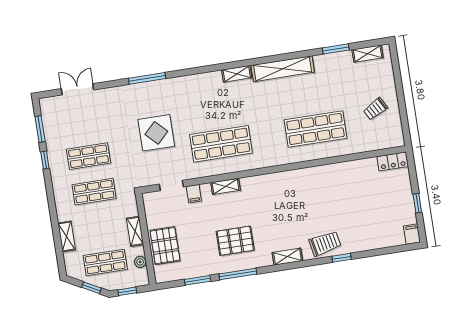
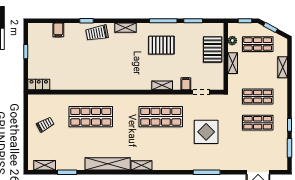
filing cabinet: (412, 234) -> (58, 30), moved

